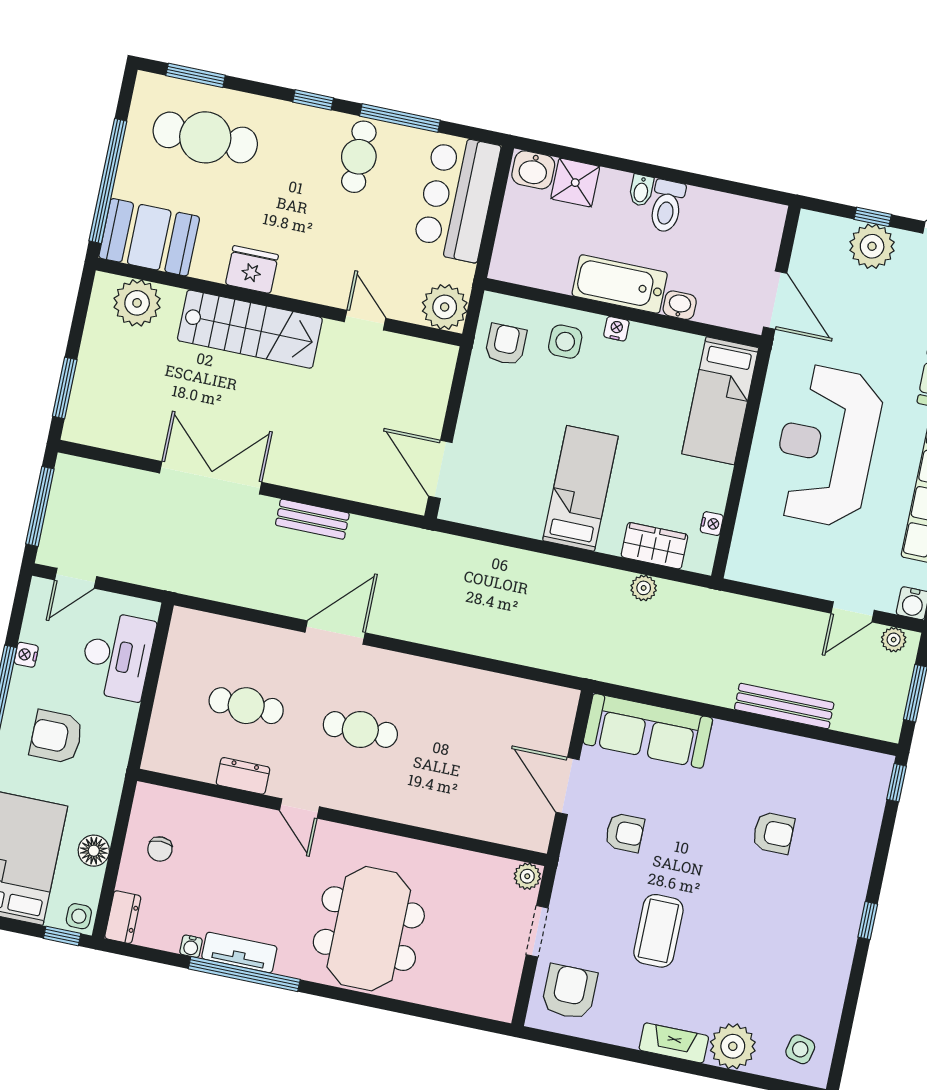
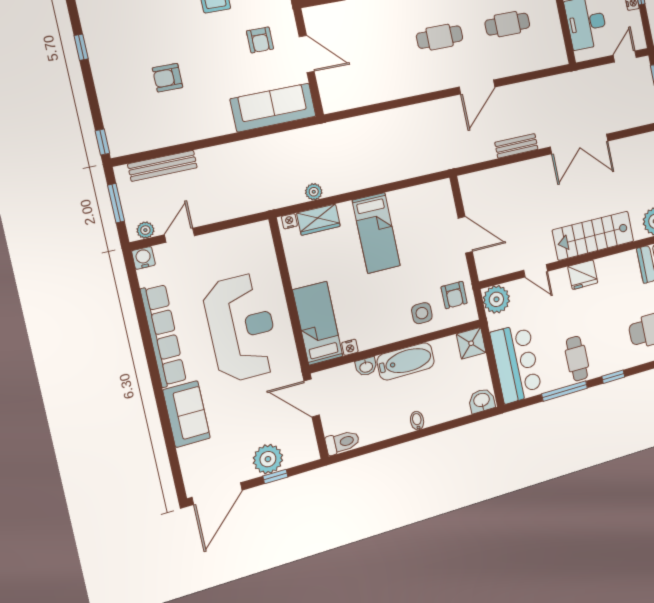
shower: (575, 183) -> (471, 343), moved
toilet: (667, 206) -> (342, 442), moved, turned 90
fridge: (252, 270) -> (583, 275), moved
nightstand: (616, 329) -> (350, 347), moved
door: (440, 469) -> (465, 235), moved
nightstand: (712, 524) -> (289, 221), moved, turned 90
bench: (784, 706) -> (163, 166), moved
armchair: (625, 833) -> (260, 40), turned -90

